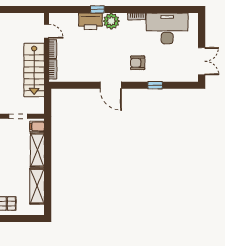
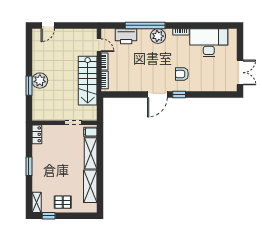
window: (97, 9) -> (145, 25), width x3.17
printer: (90, 21) -> (126, 36), moved
door: (111, 85) -> (157, 94), hinge flipped
window: (155, 85) -> (179, 94), moved

